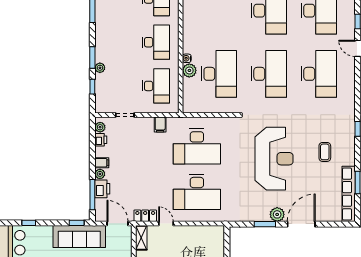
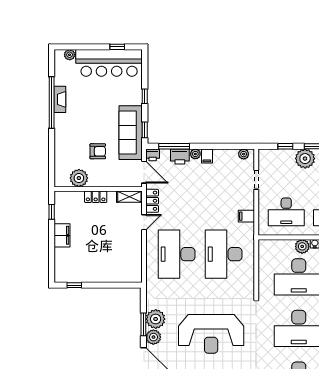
plant: (100, 68) -> (305, 159), width x1.88, depth x1.88
printer: (101, 140) -> (153, 155), moved
plant: (260, 212) -> (156, 319), added
window: (29, 223) -> (145, 96), moved
door: (118, 224) -> (144, 172), hinge flipped

